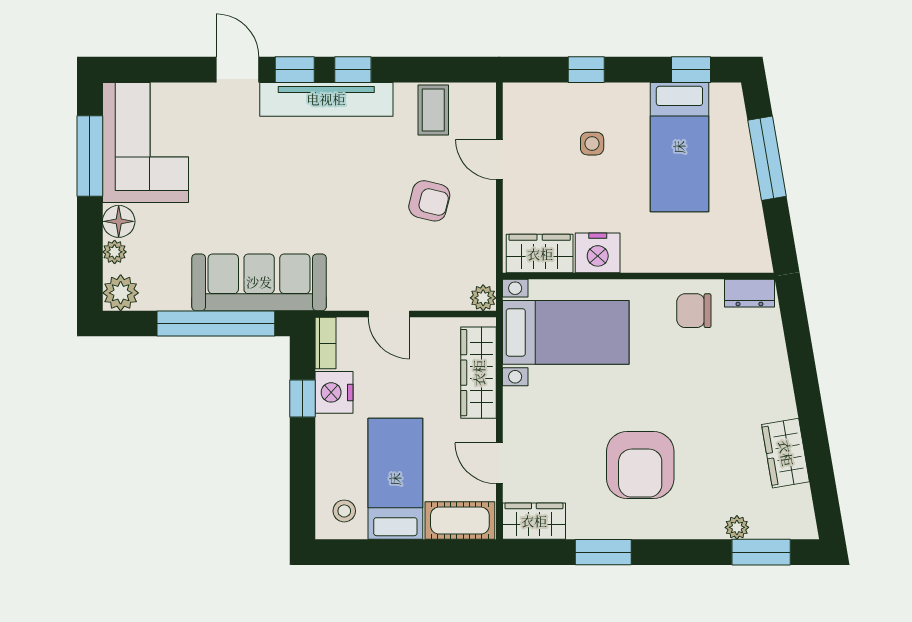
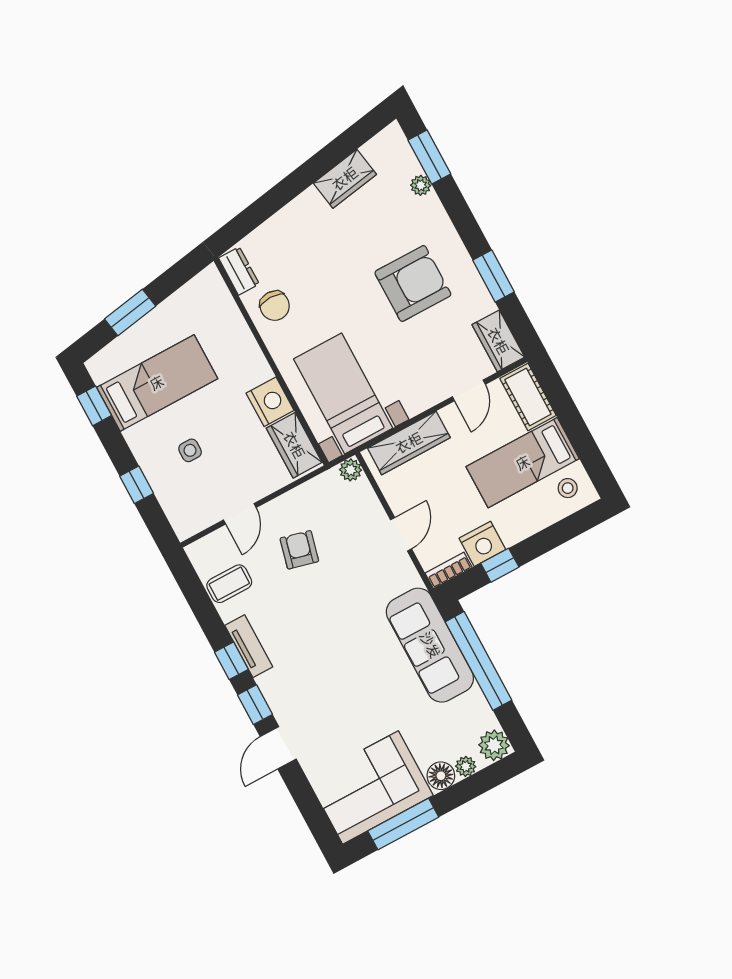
tv unit: (326, 99) -> (249, 646), width x0.52, depth x0.78
window: (767, 158) -> (130, 312), width x0.69

